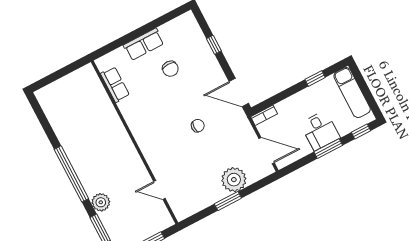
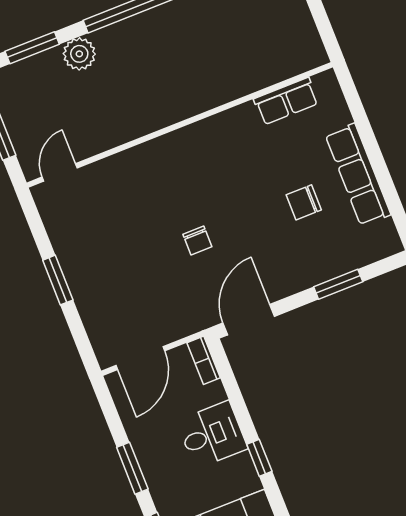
row of seats: (144, 44) -> (358, 175), width x1.48
window: (214, 45) -> (338, 284), width x1.50
desk: (320, 130) -> (212, 435), moved, turned 180
plant: (234, 180) -> (95, 295), removed
door: (159, 190) -> (60, 172), moved

